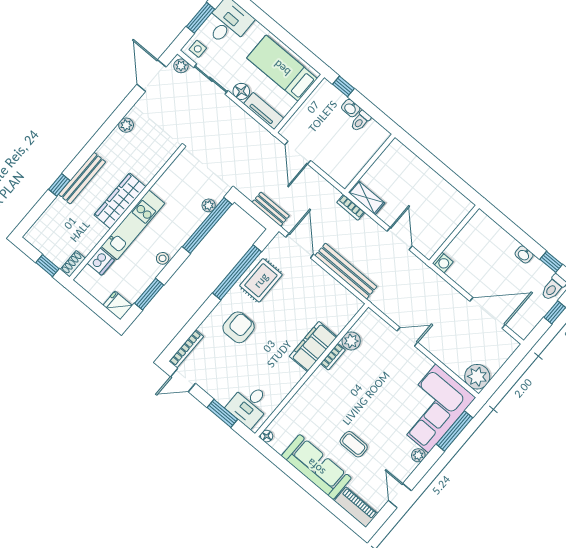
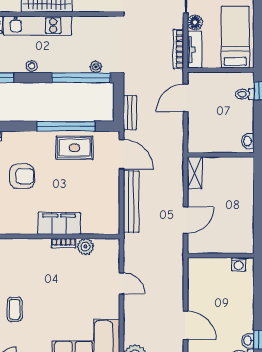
washbasin: (351, 108) -> (248, 141), moved
toilet: (361, 121) -> (245, 94), moved
bookcase: (351, 207) -> (179, 49), moved, width x1.56
door: (300, 246) -> (122, 154), hinge flipped
washbasin: (524, 254) -> (248, 340), moved
washing machine: (443, 263) -> (239, 264), moved
door: (487, 313) -> (186, 325), width x0.73
armchair: (239, 327) -> (22, 176), moved

